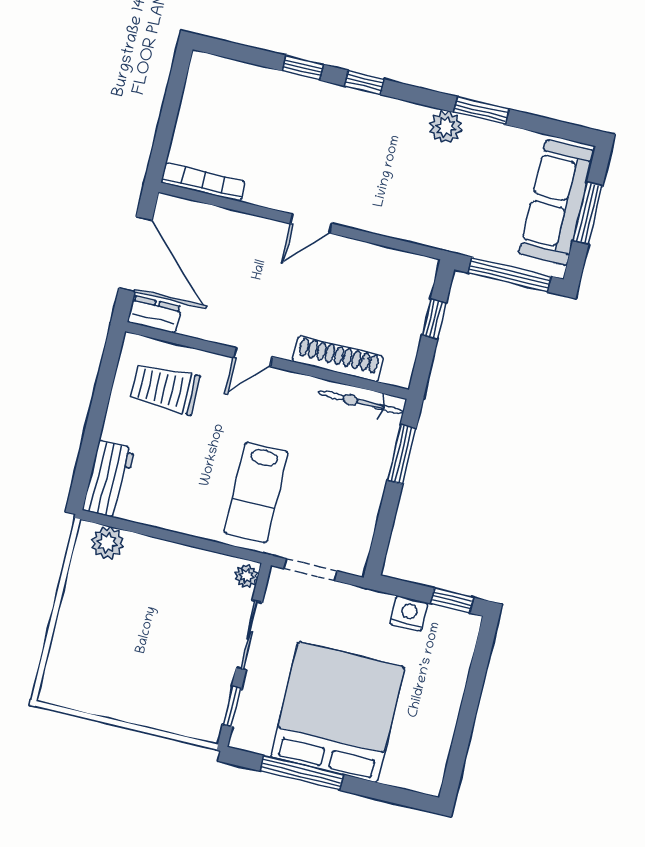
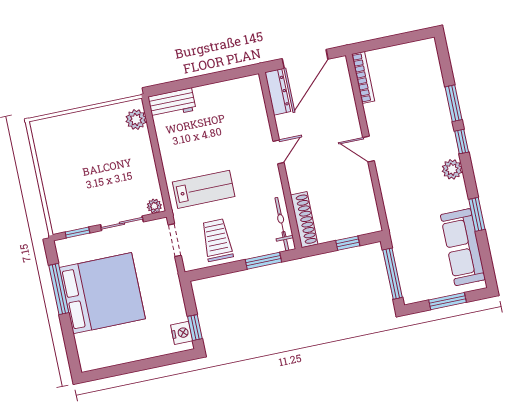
window: (303, 68) -> (454, 103), width x1.50
plant: (446, 127) -> (452, 169), moved
sofa: (556, 203) -> (463, 247), moved, turned -90
dresser: (154, 314) -> (278, 92), width x1.44
door: (253, 357) -> (278, 152), swing flipped
shoe rack: (338, 359) -> (304, 220), moved
trolley: (165, 388) -> (217, 240), moved
lab bench: (256, 492) -> (204, 189), turned 180
nightstand: (409, 614) -> (182, 333), moved

